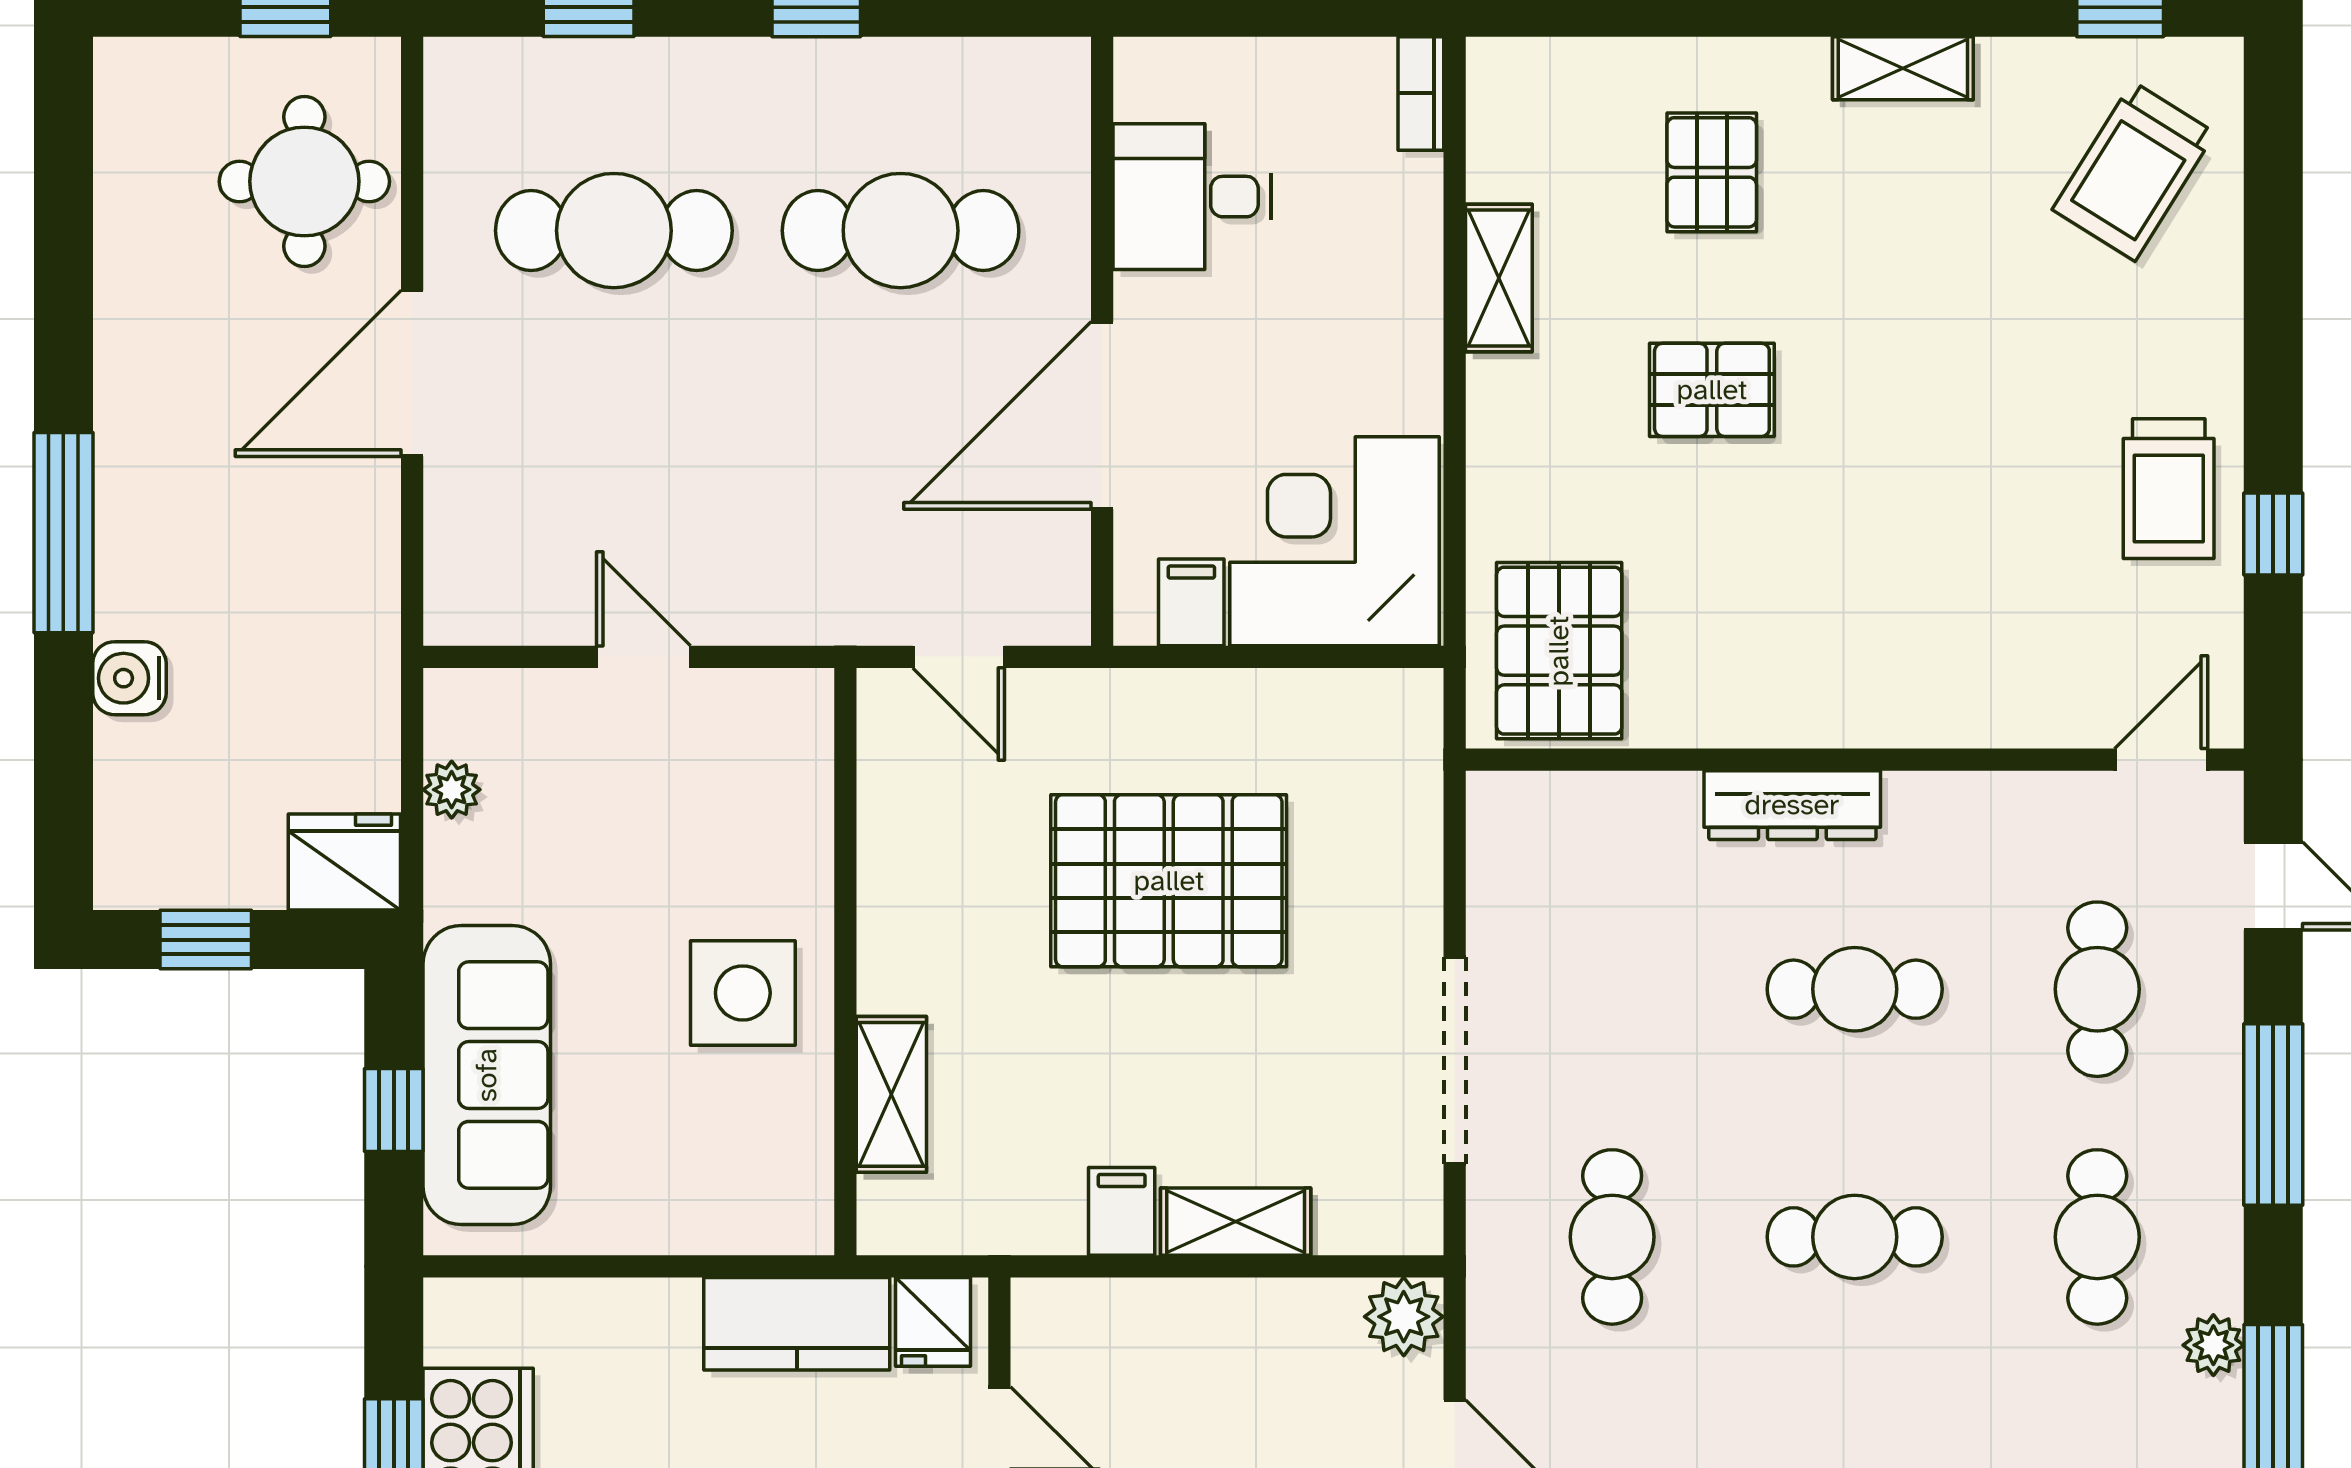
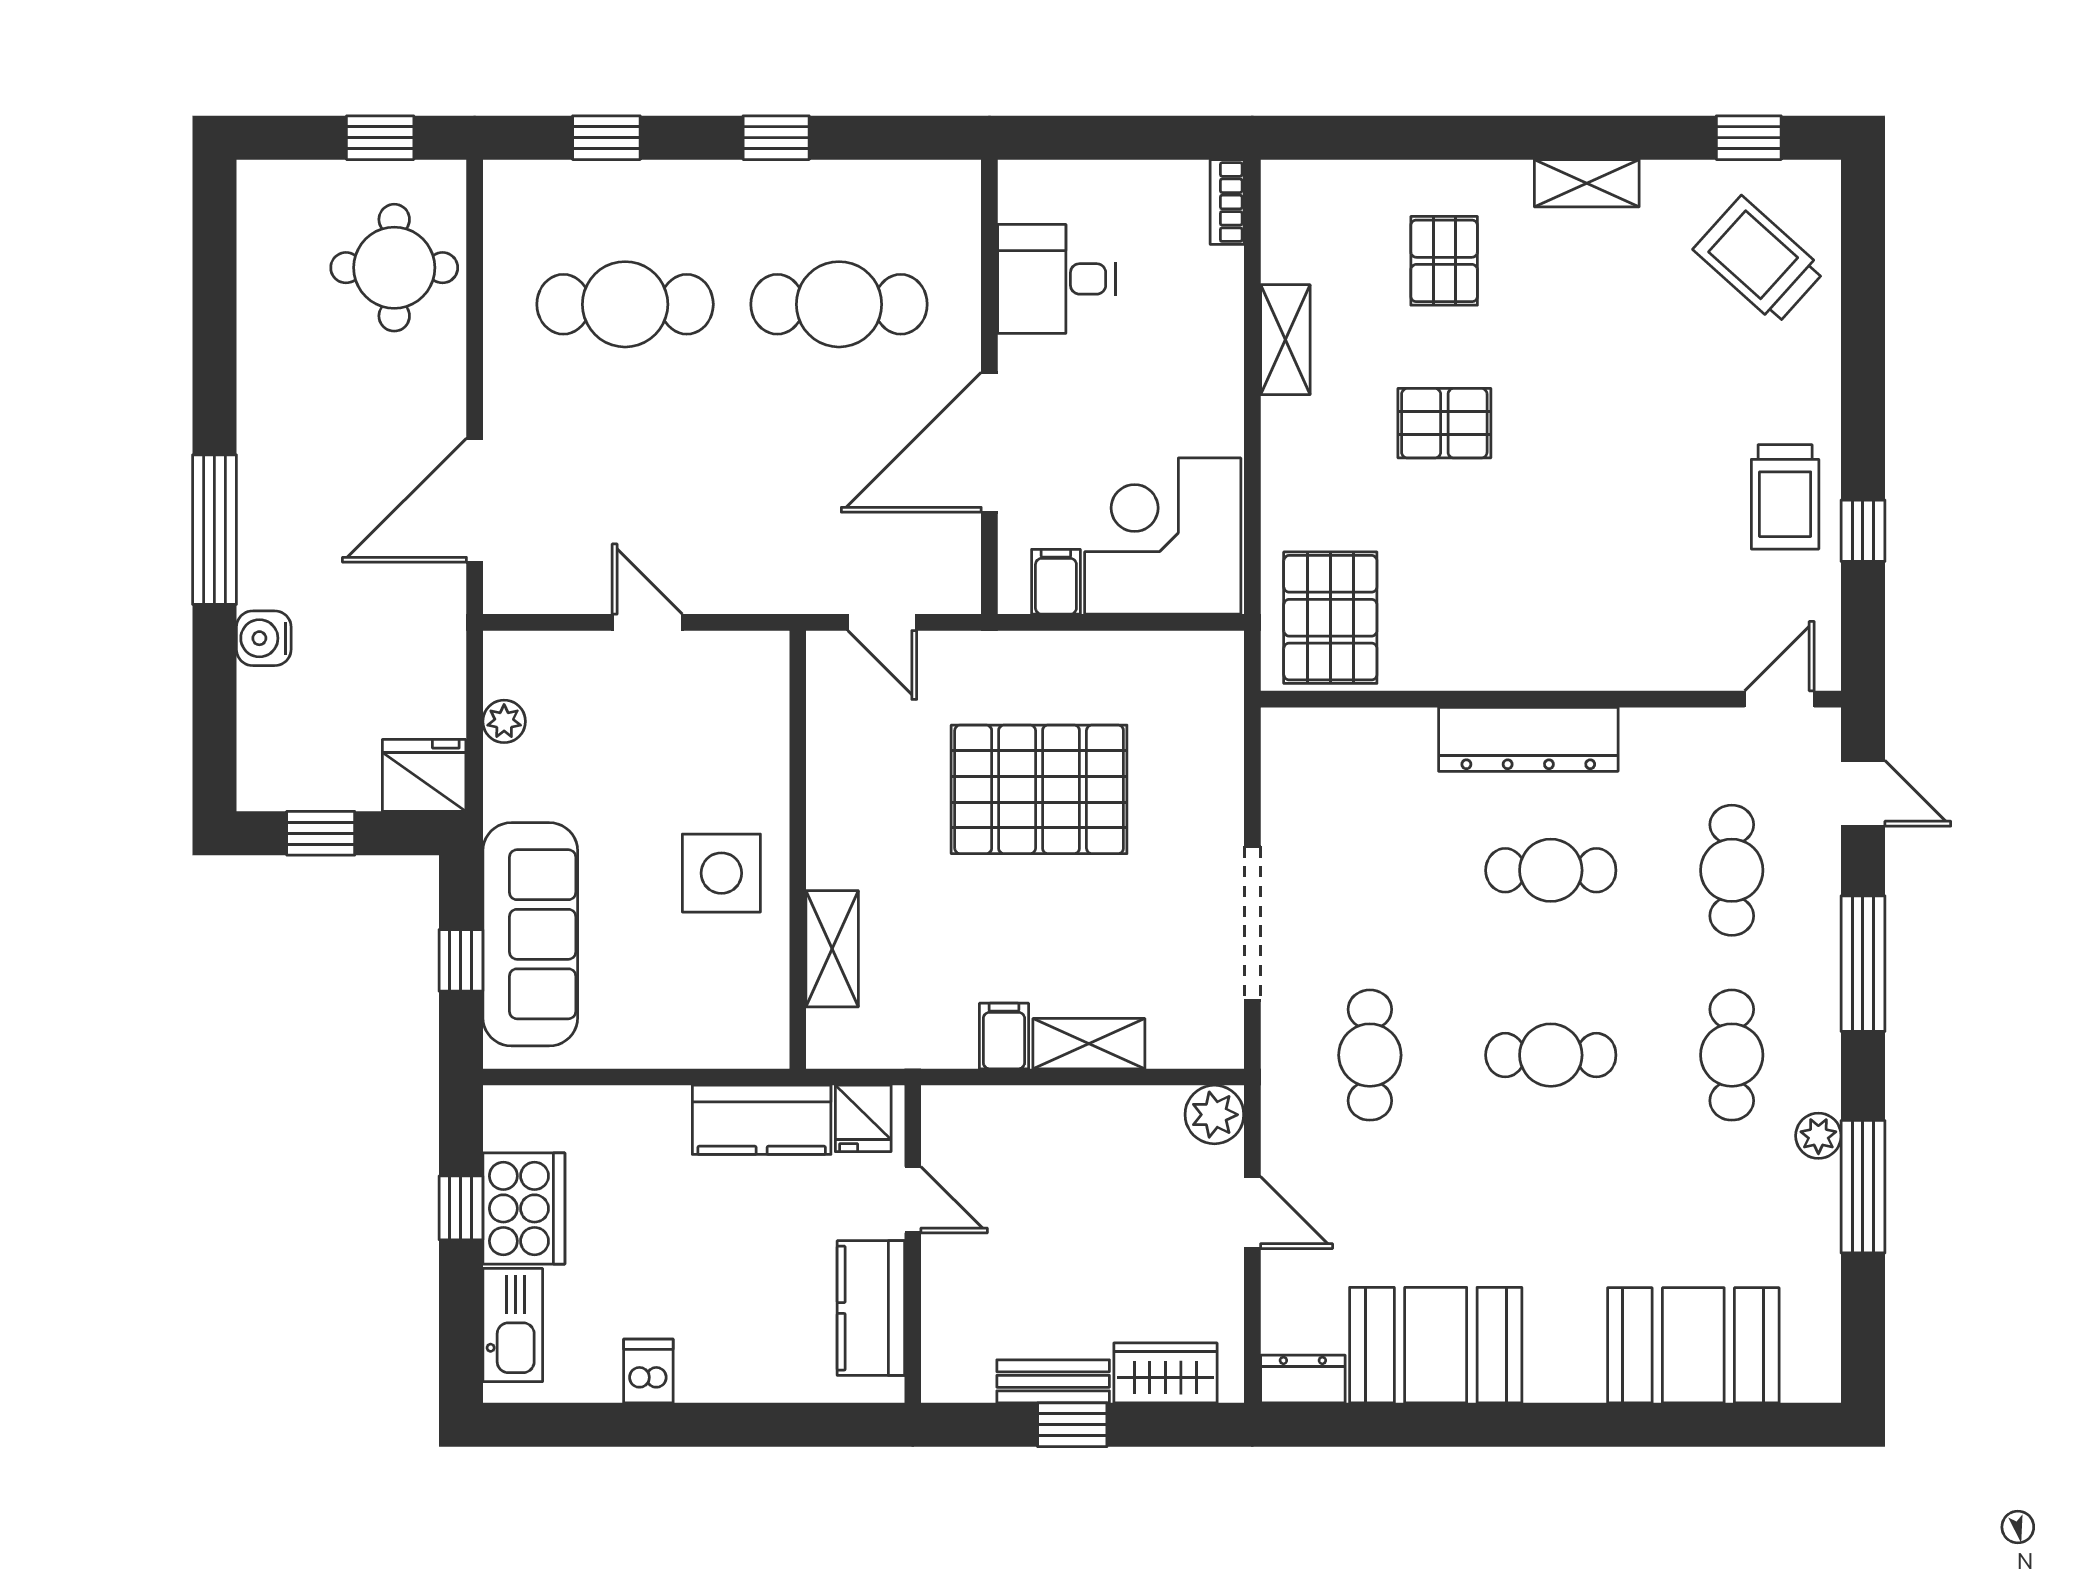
trolley: (2134, 171) -> (1759, 260), turned 100
door: (412, 373) -> (475, 500), moved
dresser: (1792, 805) -> (1528, 739), width x1.37, depth x1.24

